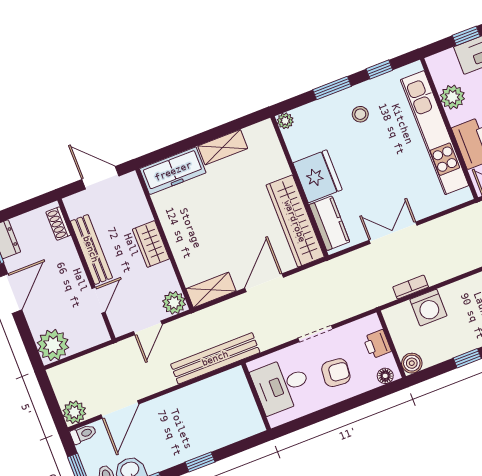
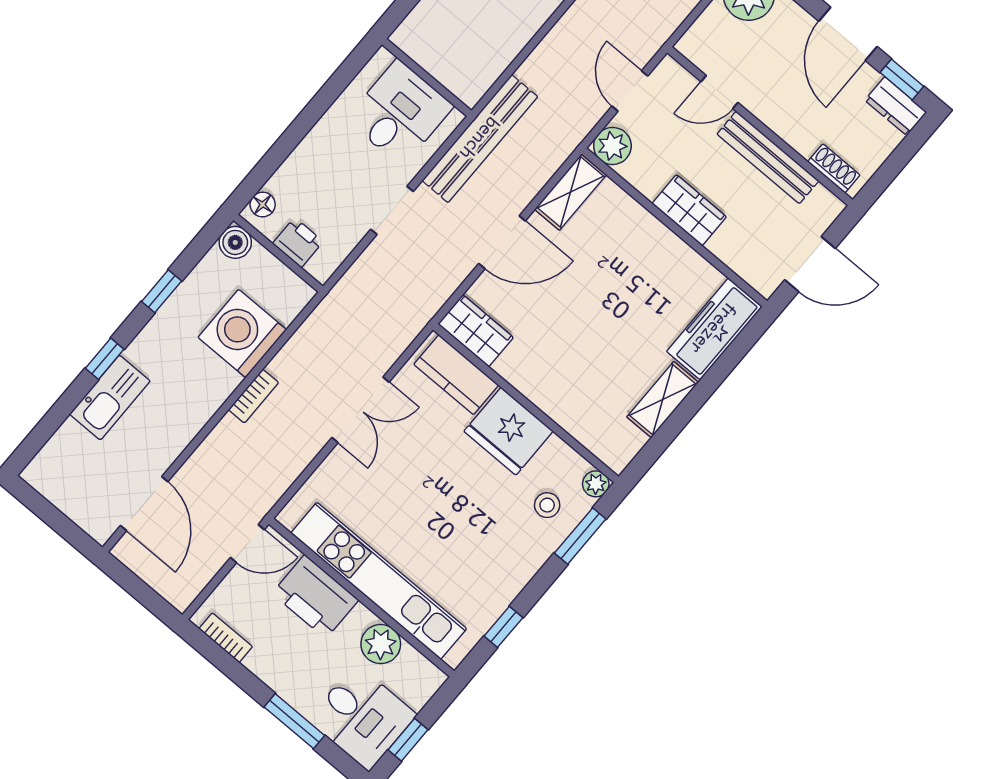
window: (332, 88) -> (580, 536), moved
stool: (360, 114) -> (547, 505), moved
wardrobe: (295, 221) -> (476, 331), width x0.48, depth x0.85
door: (264, 283) -> (502, 242), hinge flipped
bookcase: (411, 287) -> (254, 396), moved
door: (98, 300) -> (720, 92), hinge flipped
washing machine: (428, 308) -> (242, 333), width x1.37, depth x1.37
bench: (215, 358) -> (480, 139), moved
armchair: (336, 373) -> (334, 172), removed

